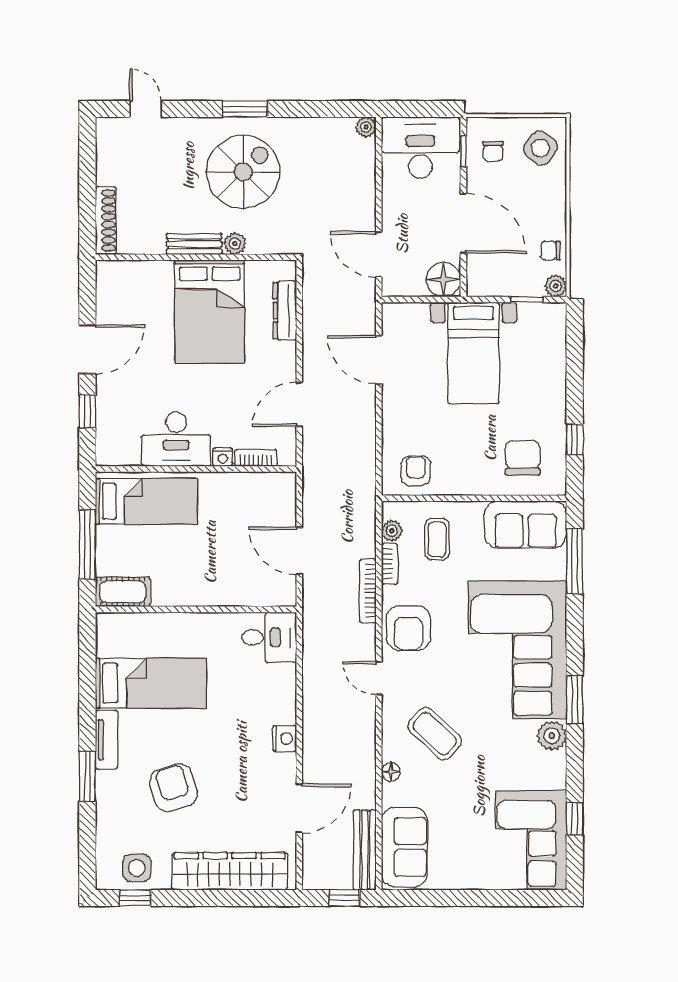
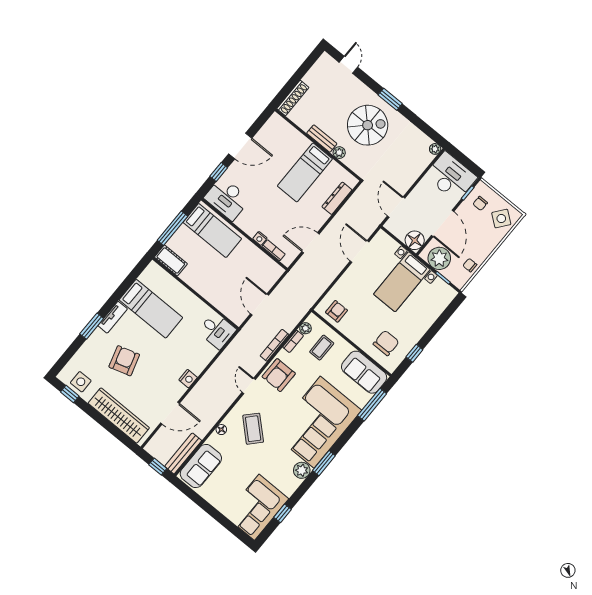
plant: (556, 286) -> (439, 258), moved, width x1.88, depth x1.88
bed: (210, 312) -> (305, 172), width x0.67
desk: (176, 439) -> (227, 199), moved

